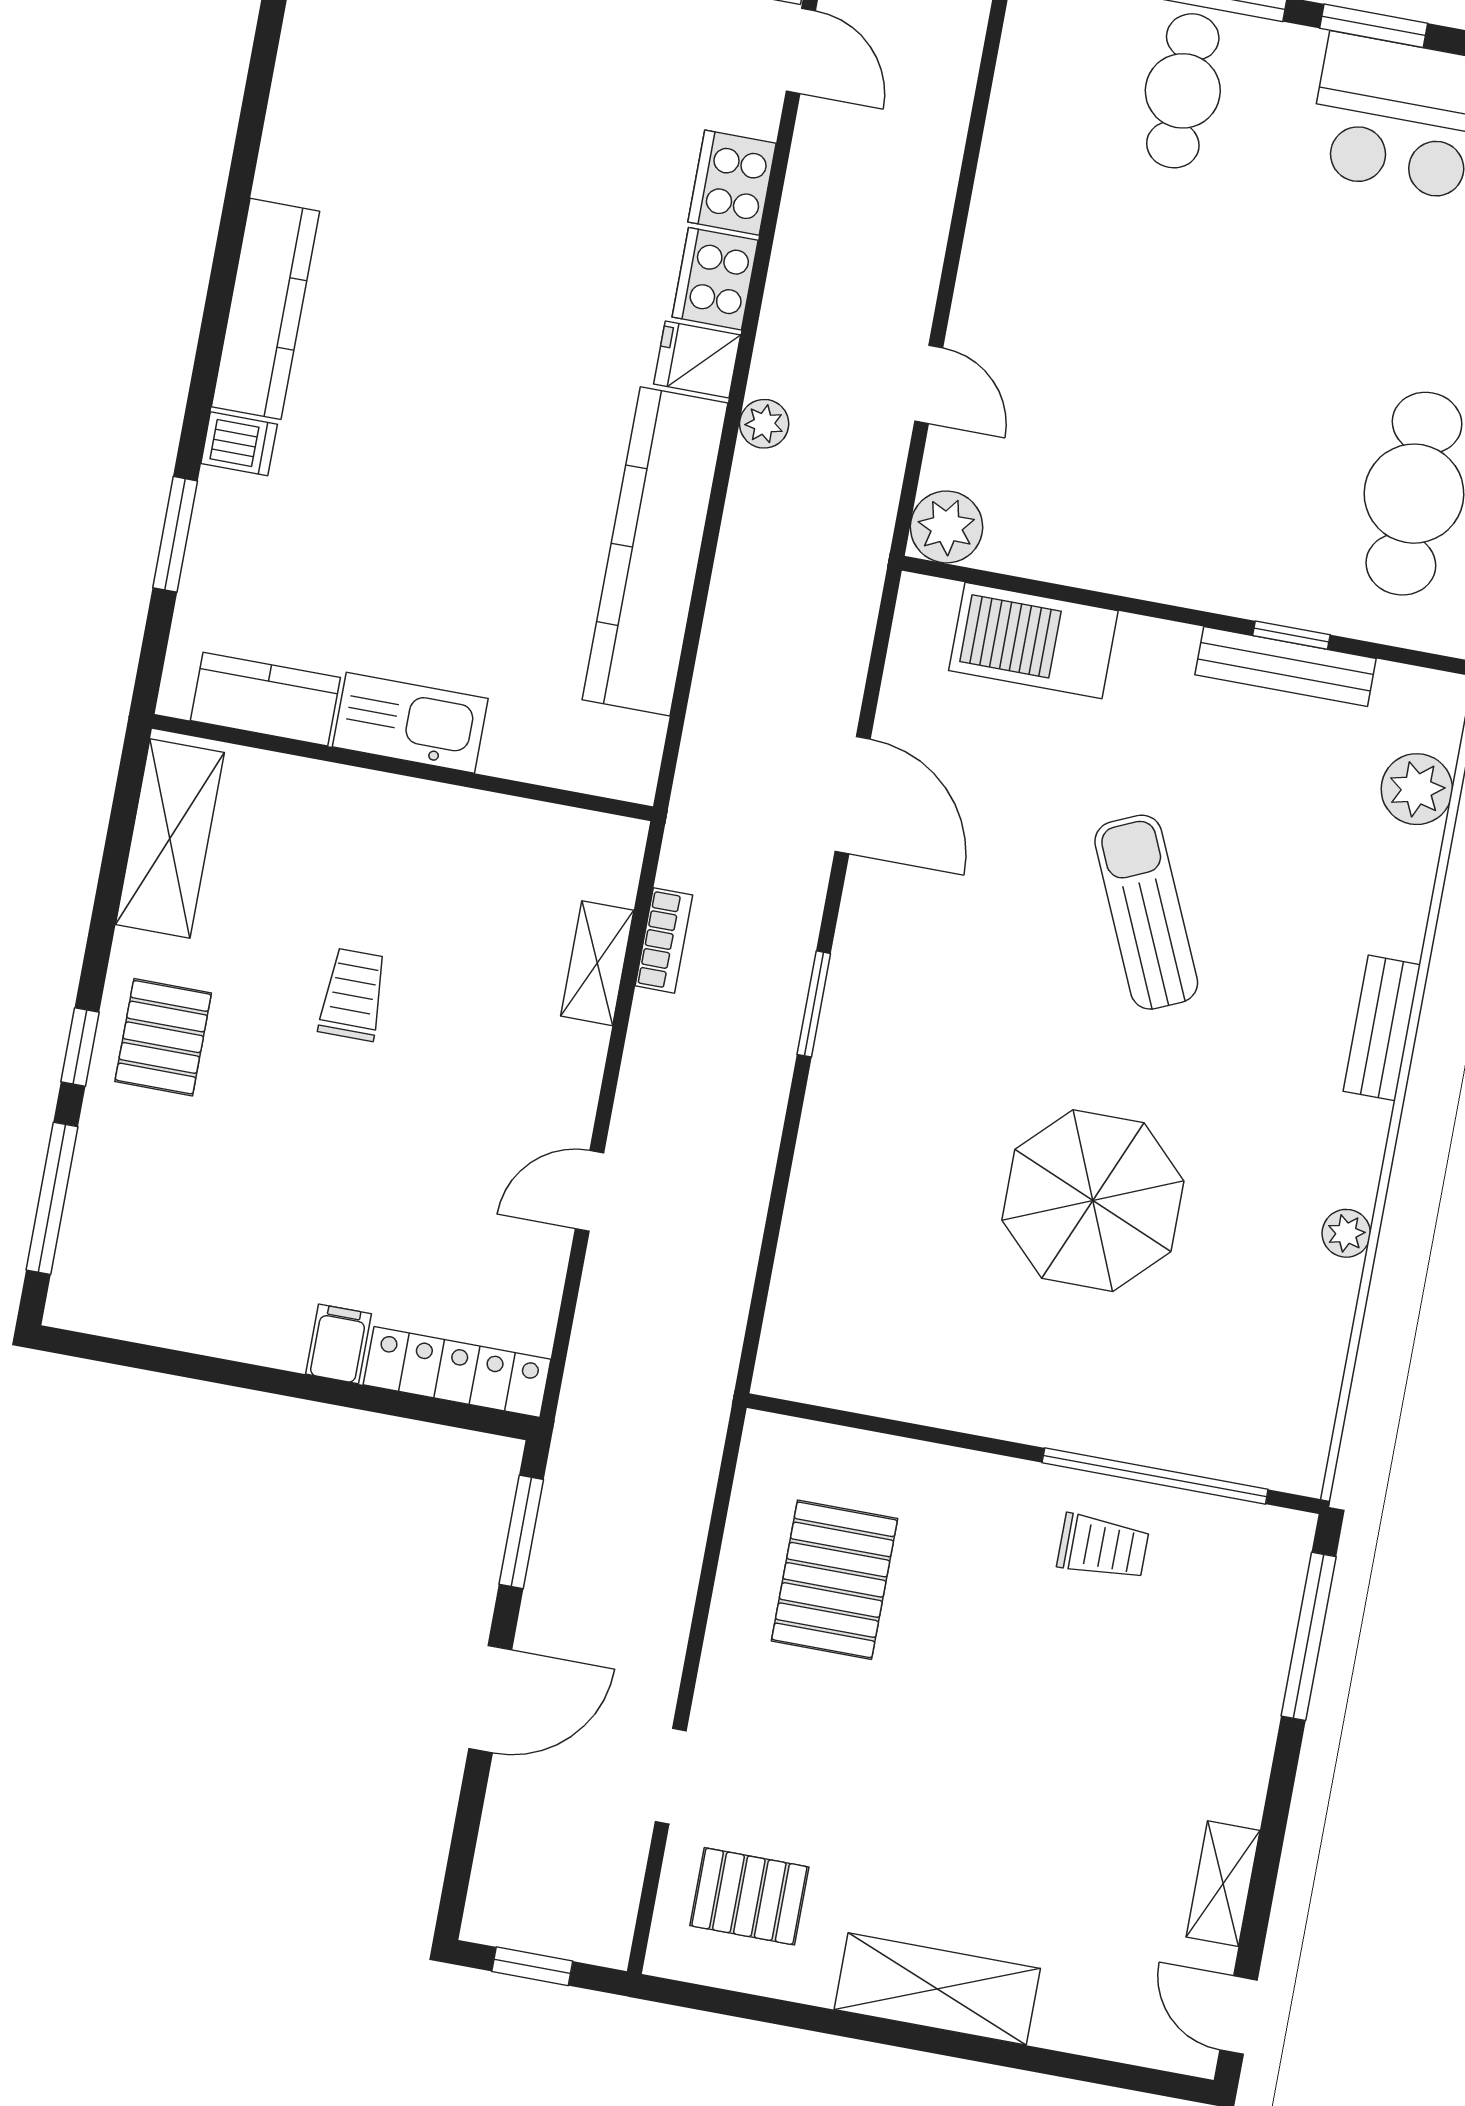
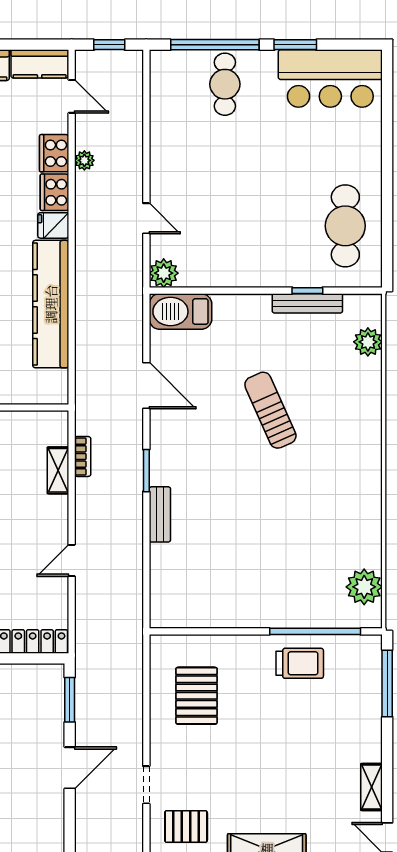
plant: (764, 424) -> (84, 160), moved
barbecue: (1033, 641) -> (180, 312), moved
bench: (1382, 1028) -> (160, 514), moved
parasol: (1093, 1201) -> (270, 528), removed
plant: (1346, 1233) -> (364, 587), moved, width x1.88, depth x1.88
trolley: (1103, 1547) -> (300, 663), width x1.36, depth x1.39

